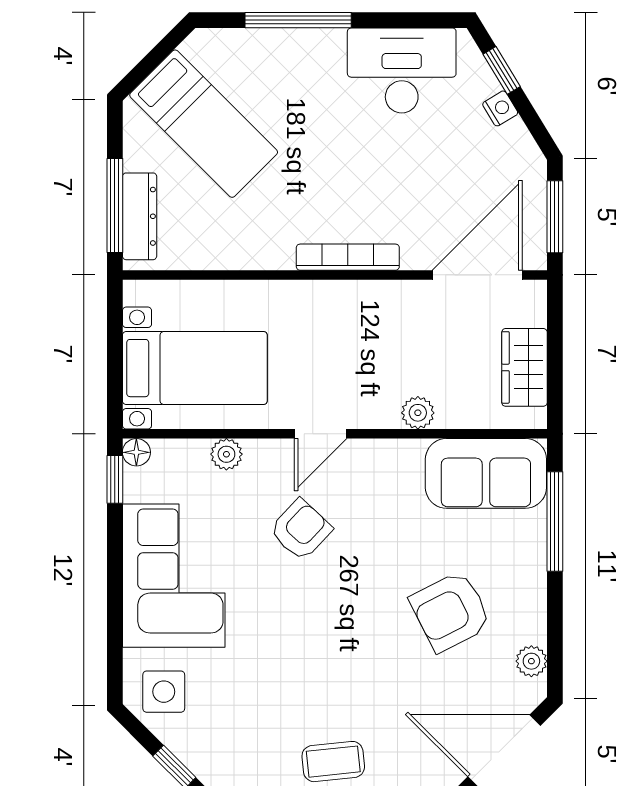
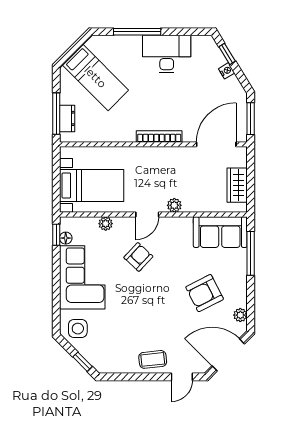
desk: (402, 70) -> (167, 54), moved
dresser: (140, 216) -> (67, 118), width x0.70
plant: (418, 413) -> (174, 205), moved
floor lamp: (136, 452) -> (66, 238), moved

